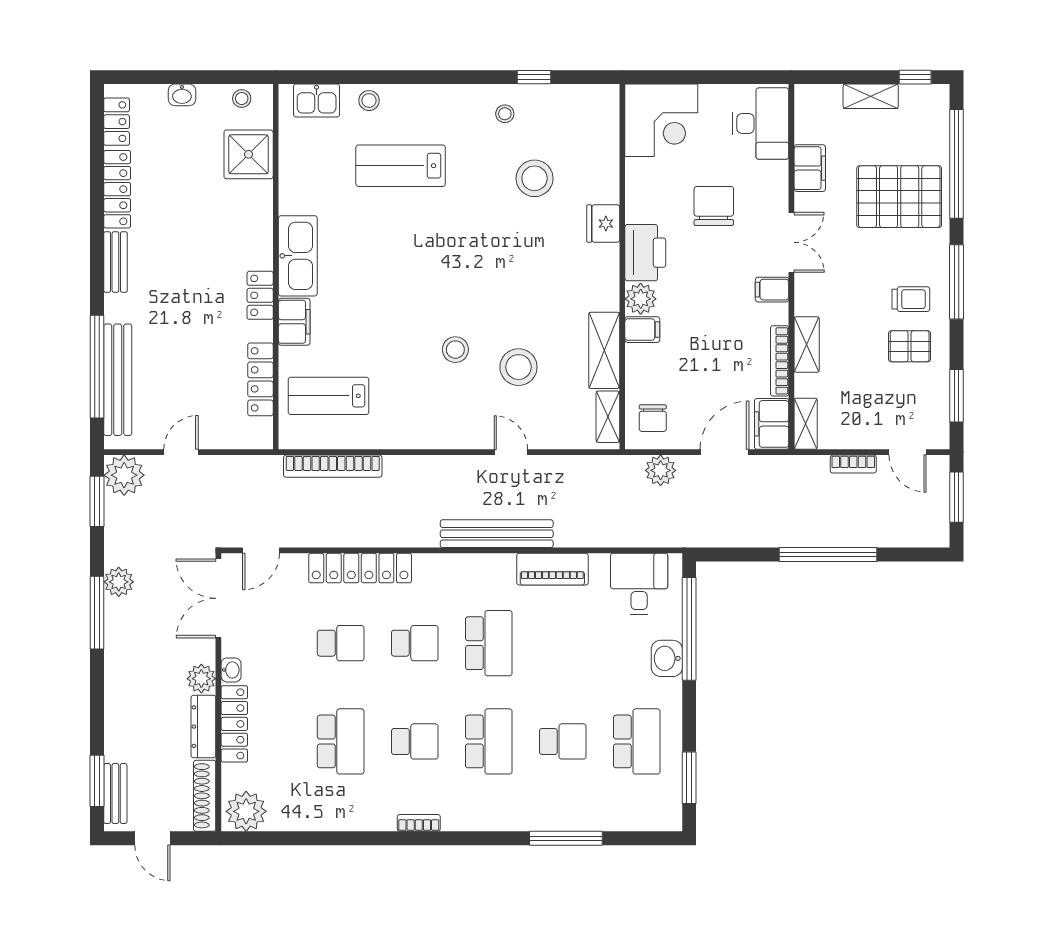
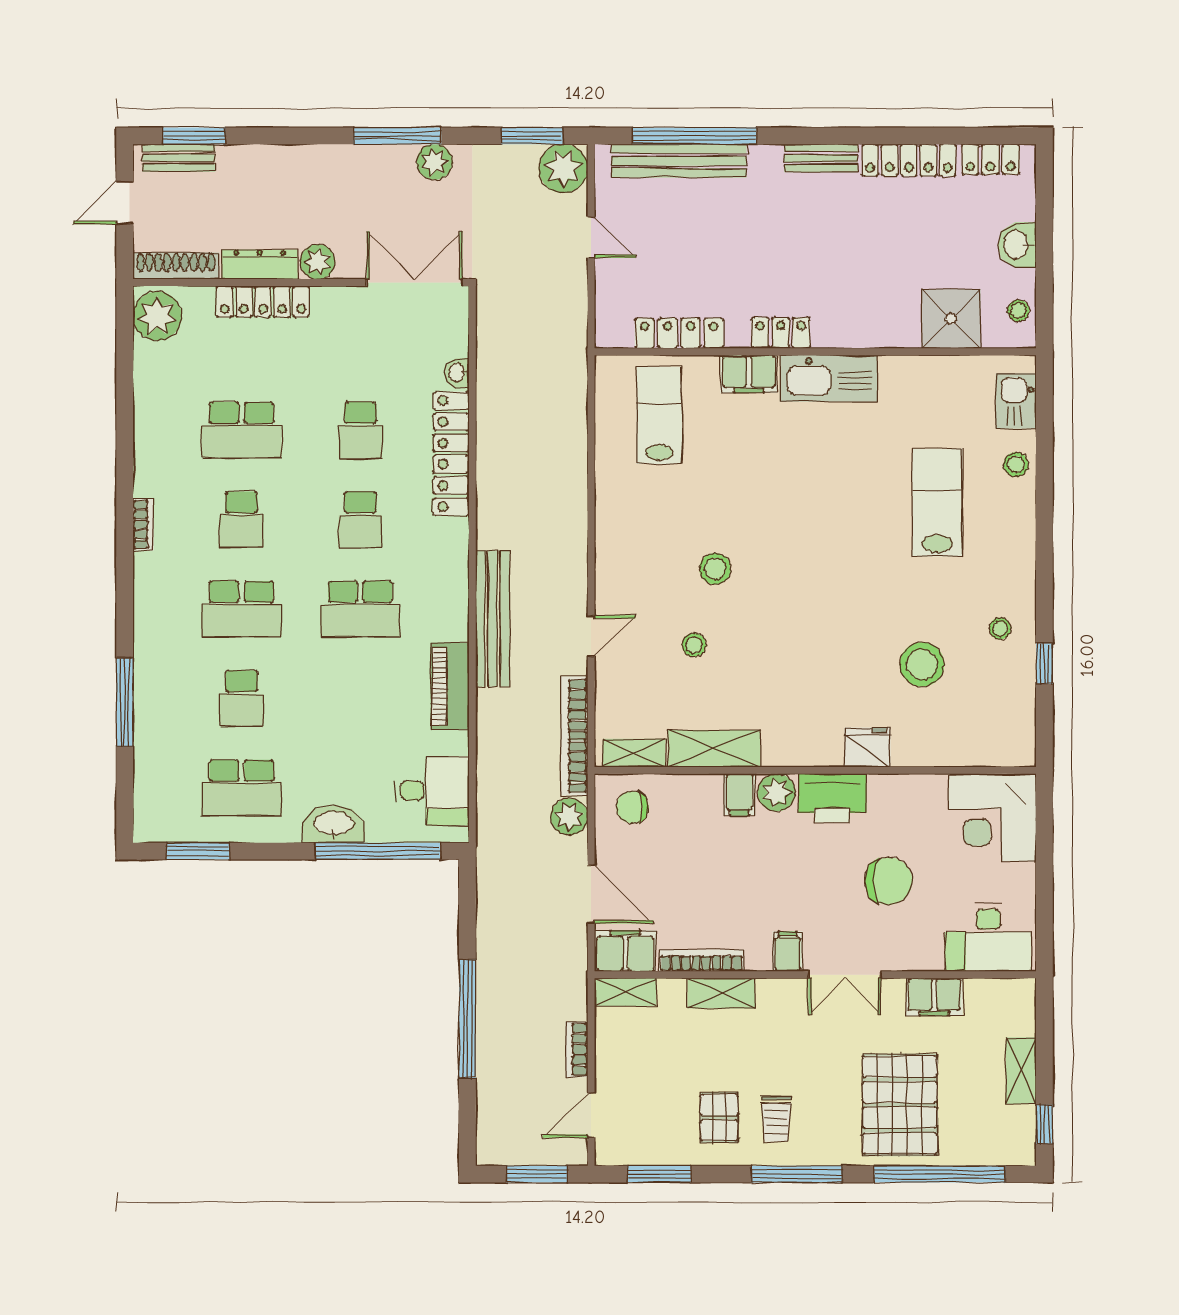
washbasin: (182, 95) -> (1017, 245), width x1.38, depth x1.45
stool: (518, 367) -> (694, 645), width x0.53, depth x0.53
bookcase: (333, 466) -> (574, 736), moved
door: (261, 550) -> (472, 334), removed
washbasin: (667, 658) -> (333, 824), width x1.38
washbasin: (231, 670) -> (457, 373), moved, turned 90

